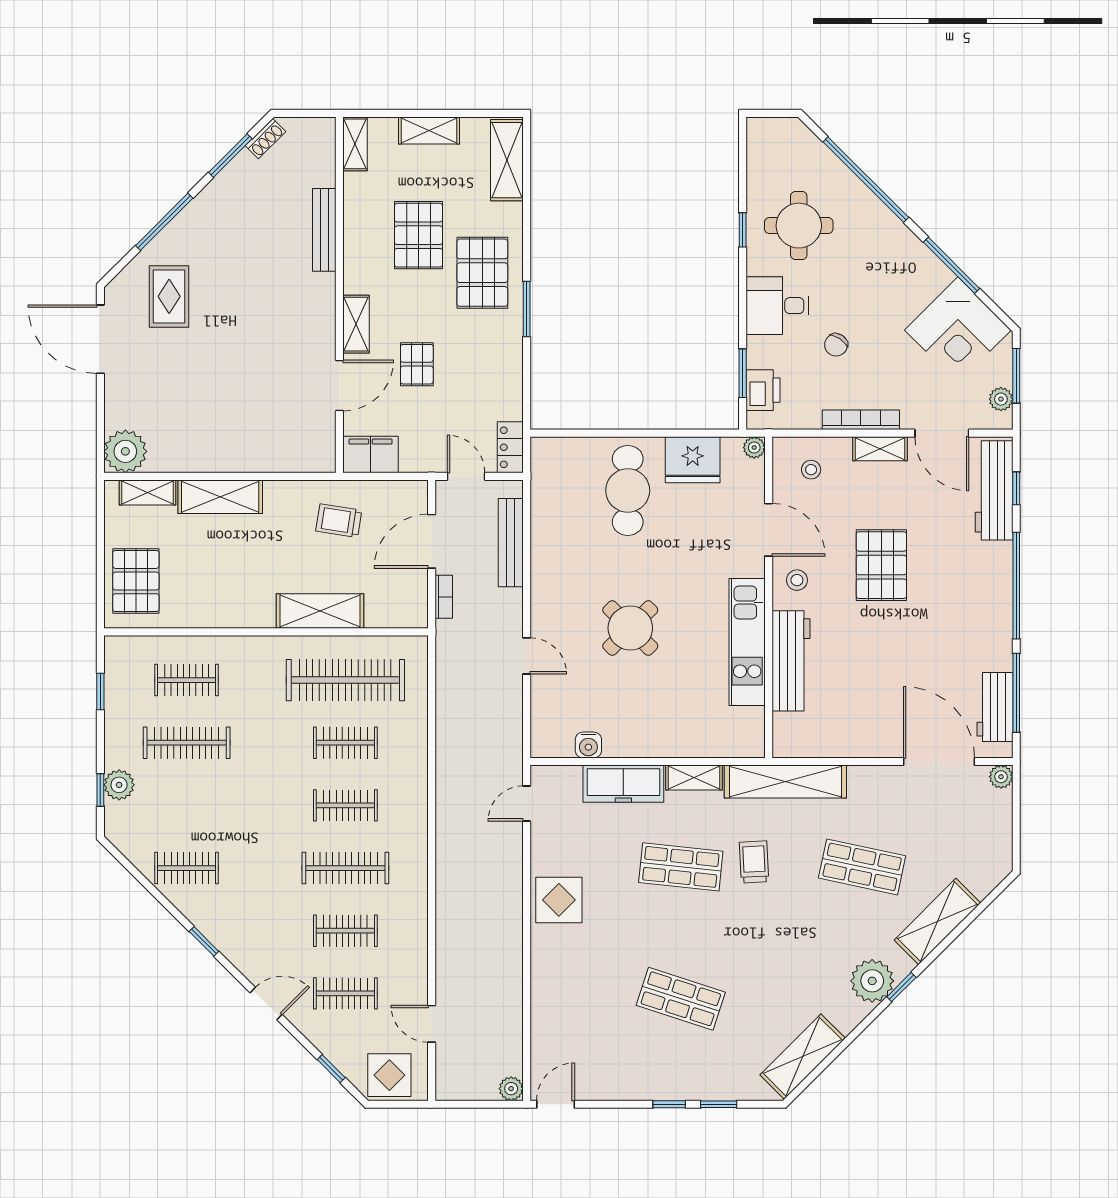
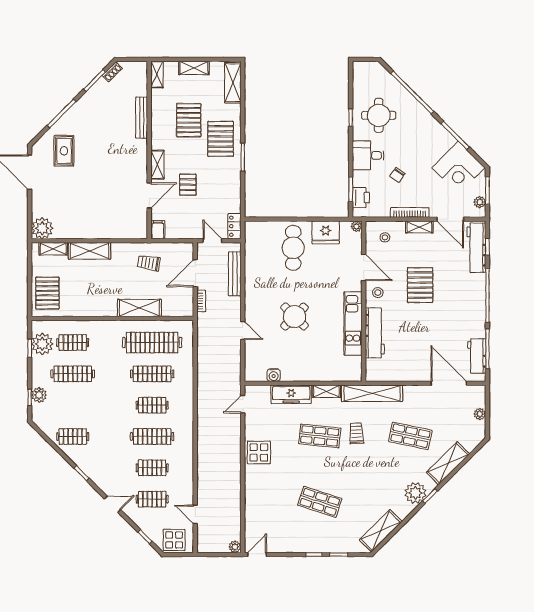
filing cabinet: (371, 454) -> (158, 230), width x0.50
plant: (126, 683) -> (42, 344), added
clothes rail: (345, 743) -> (152, 374), width x1.36
plant: (1001, 777) -> (480, 414), moved

